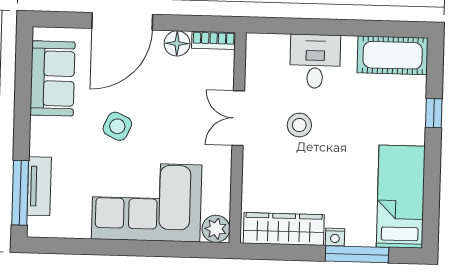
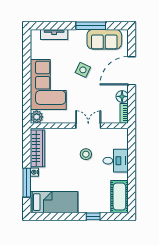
door: (122, 21) -> (132, 71), hinge flipped
window: (20, 193) -> (91, 26), moved

